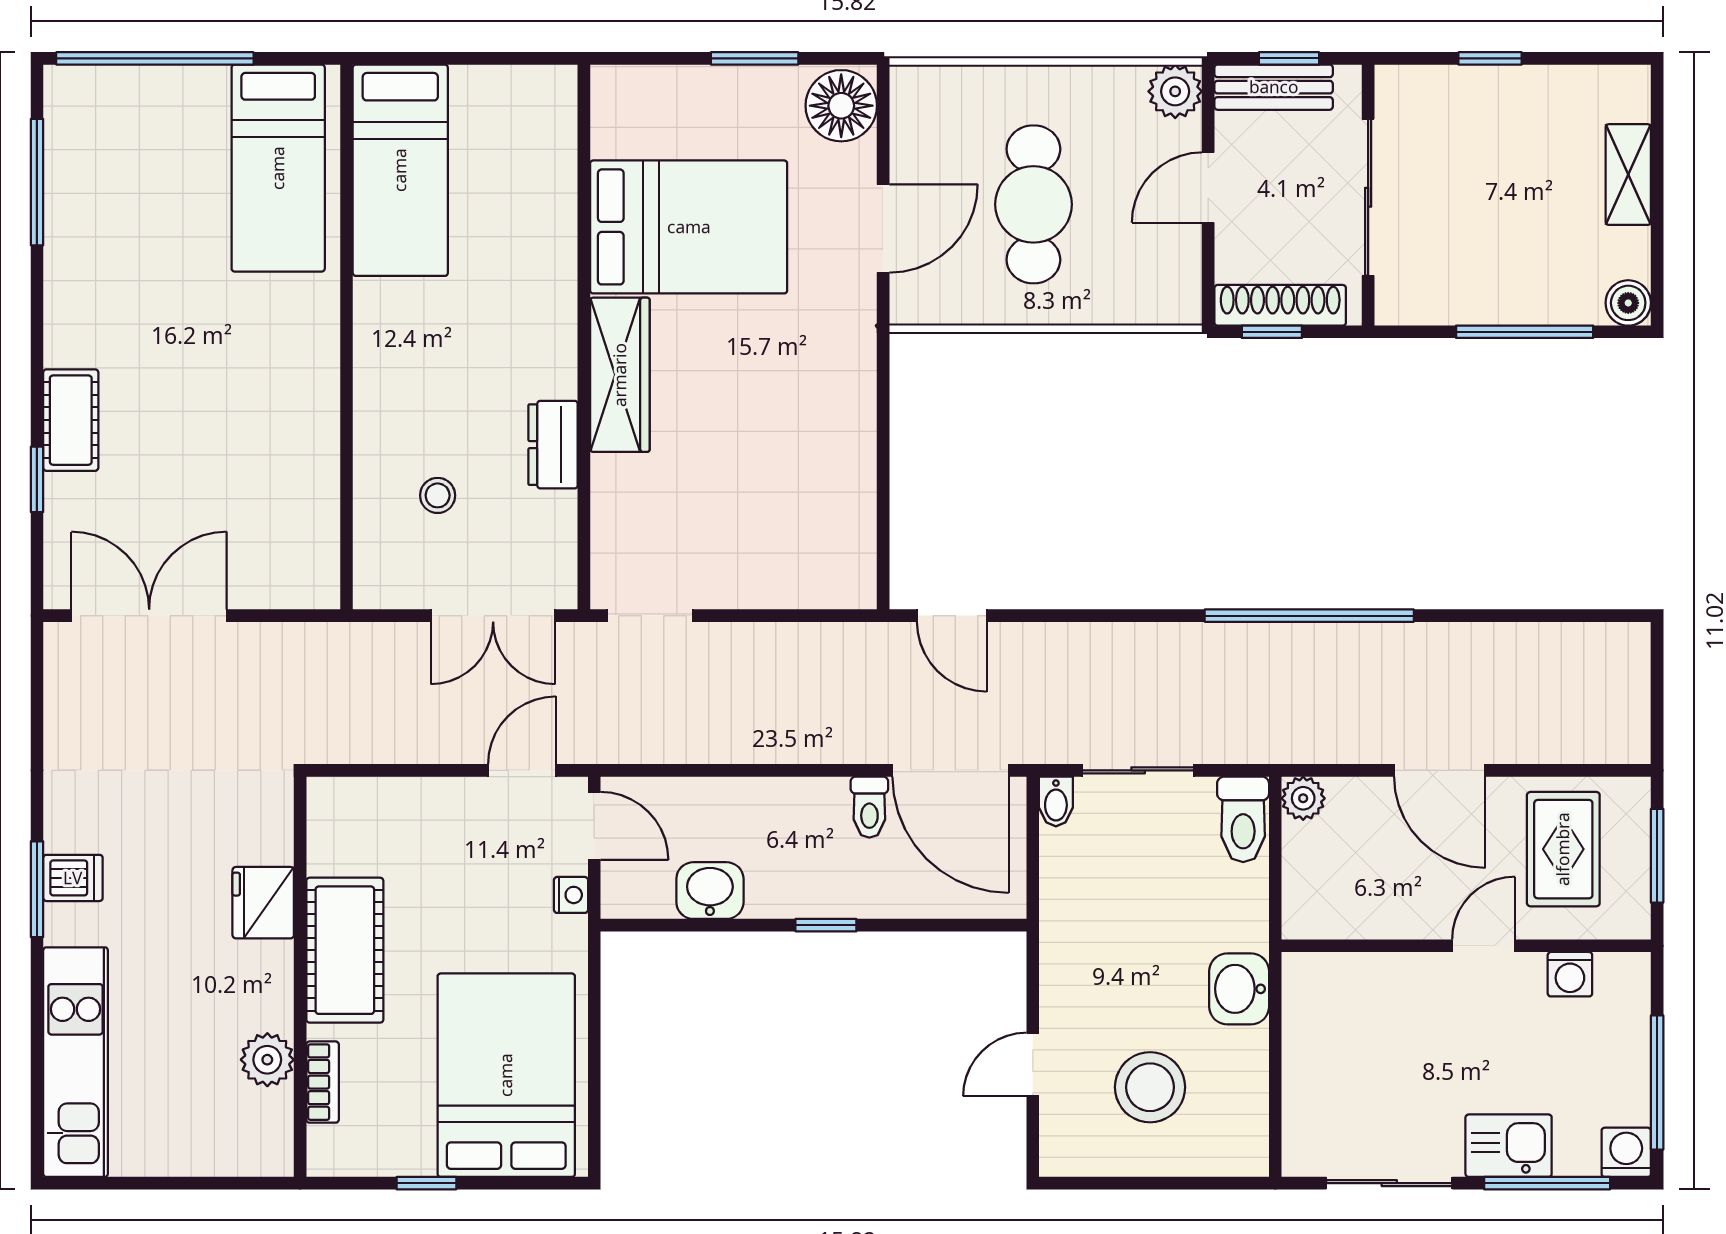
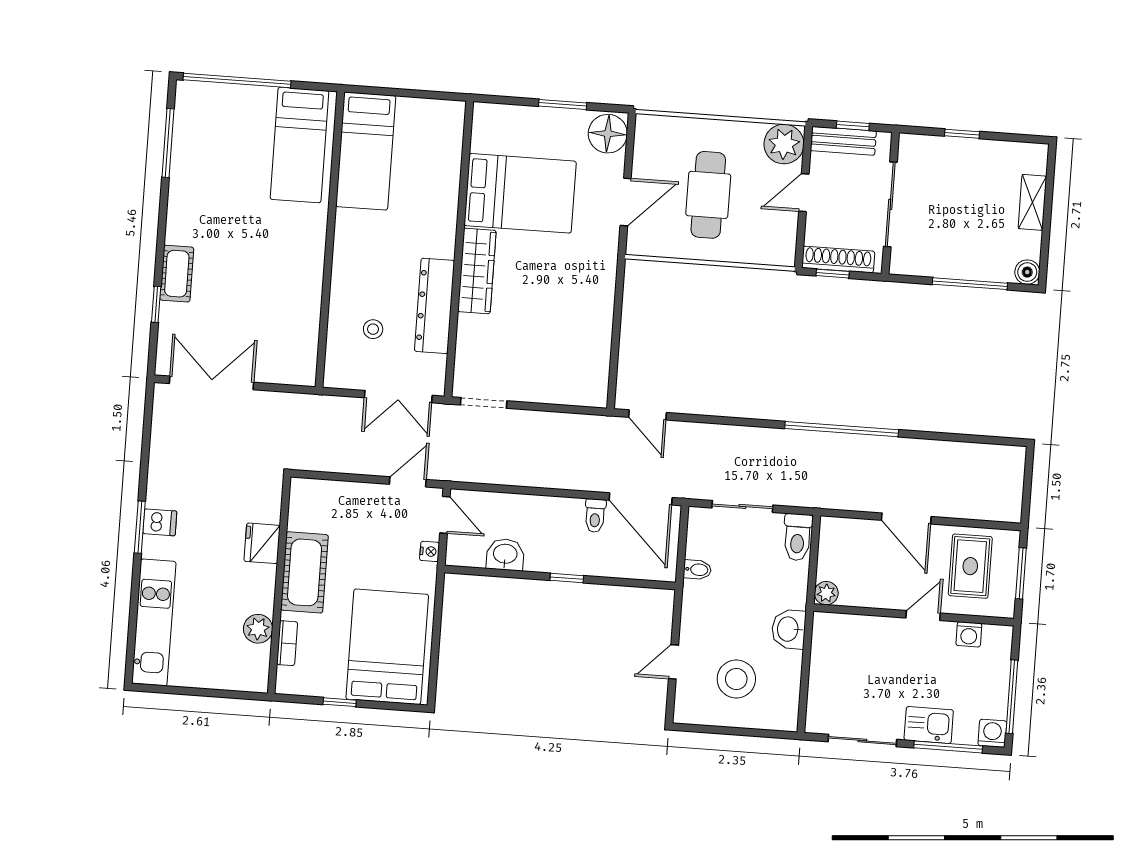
plant: (1175, 91) -> (784, 144), width x1.36, depth x1.36
dresser: (553, 445) -> (434, 306), width x1.96, depth x1.24
plant: (1303, 798) -> (826, 593), moved
bidet: (1056, 802) -> (697, 570), moved, turned -90

